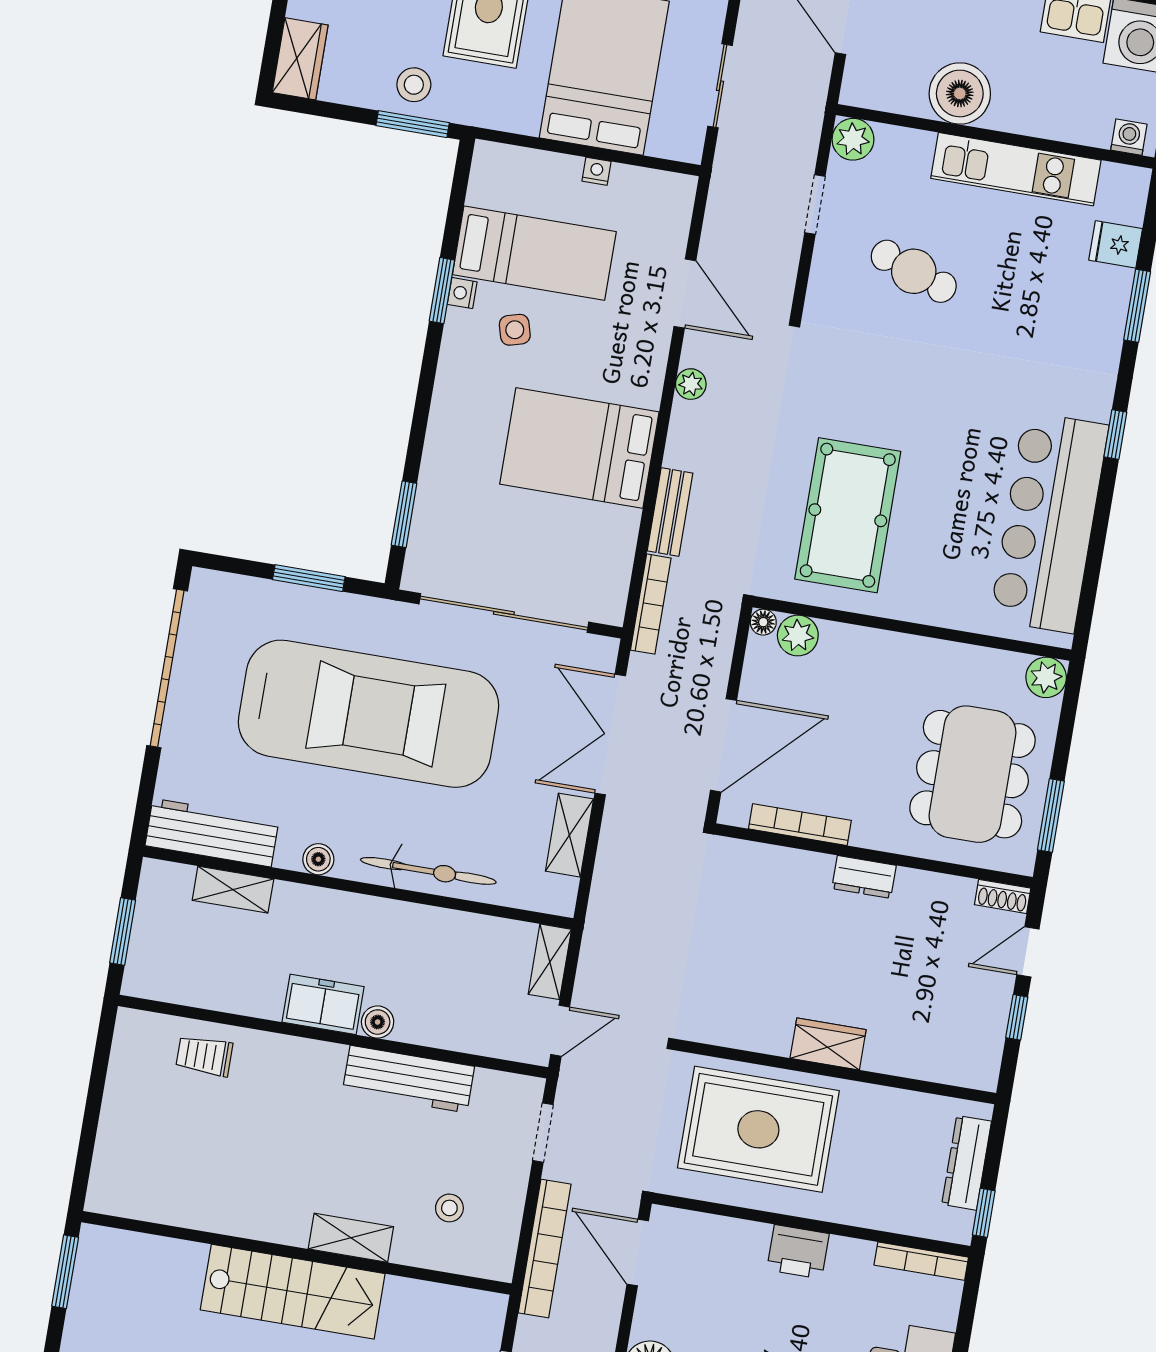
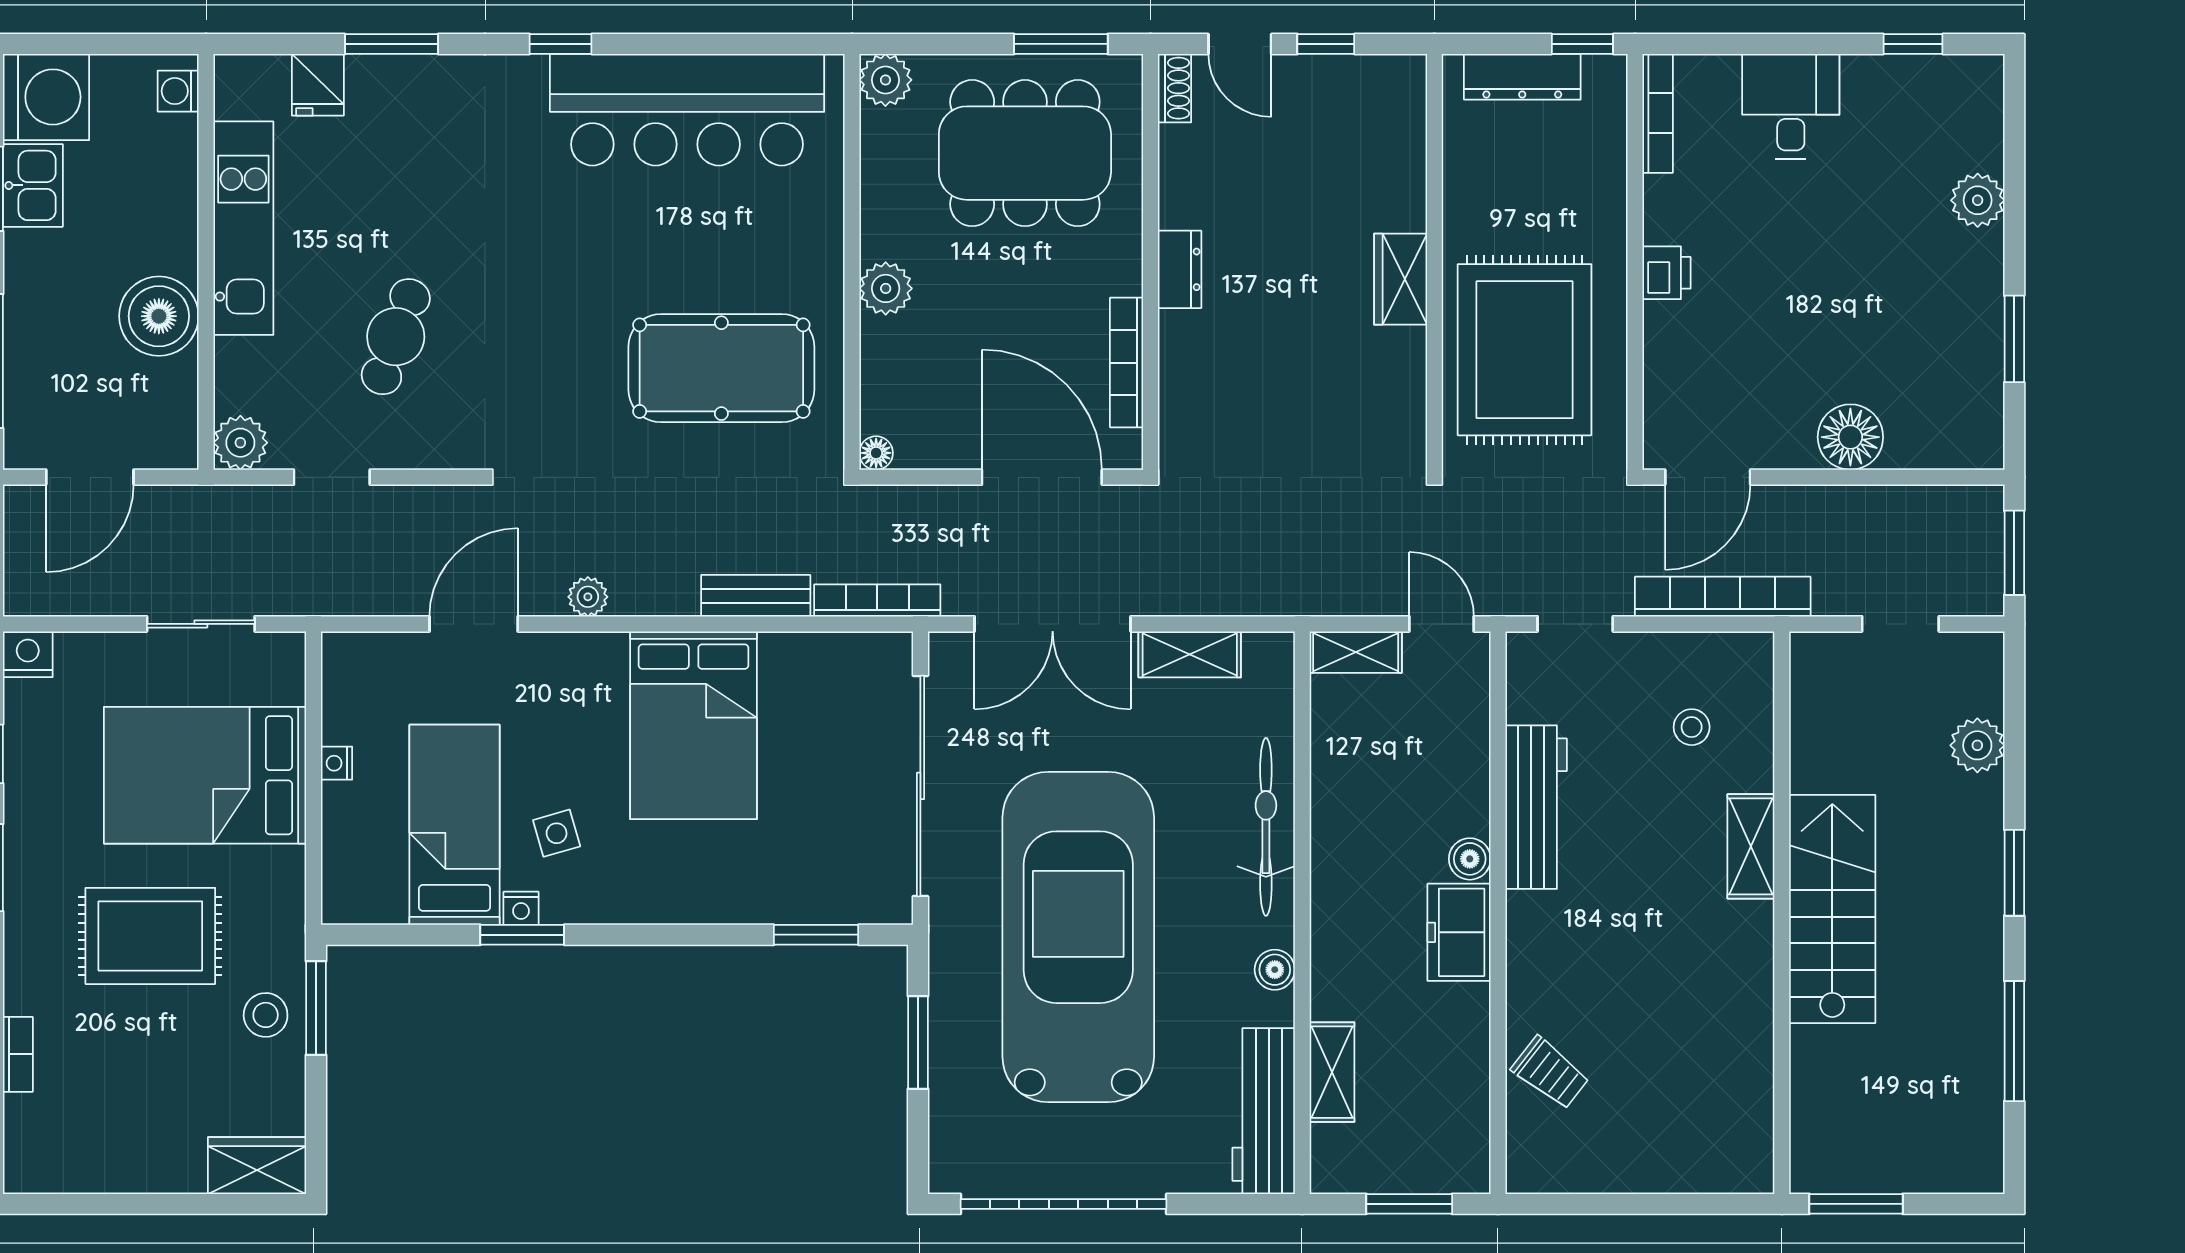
plant: (798, 635) -> (886, 288), moved
trolley: (204, 1056) -> (1550, 1073), turned -52
printer: (798, 1252) -> (1666, 273), width x0.73, depth x0.81

